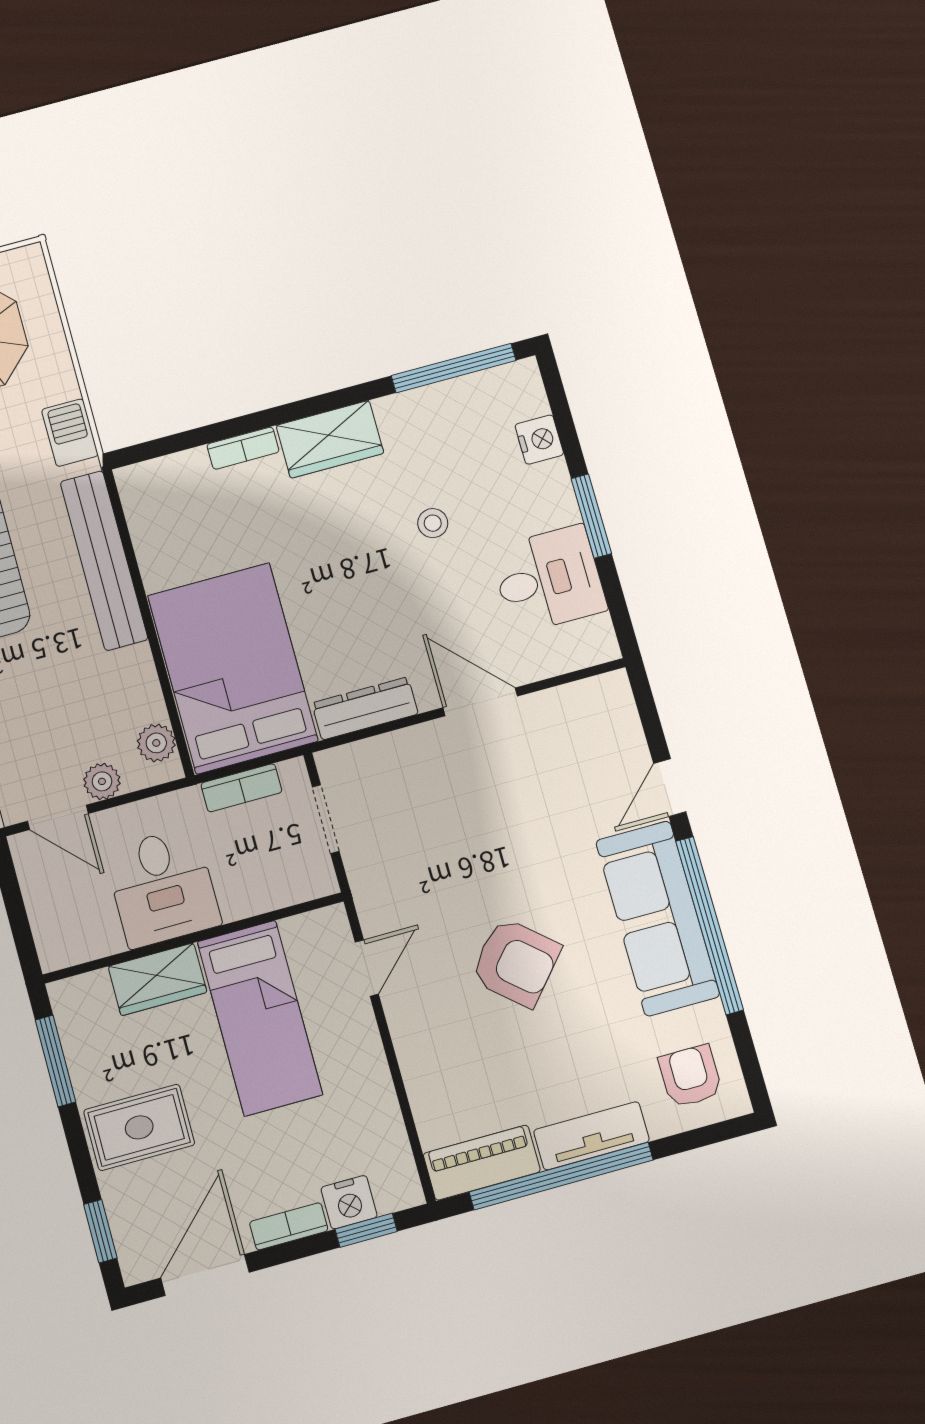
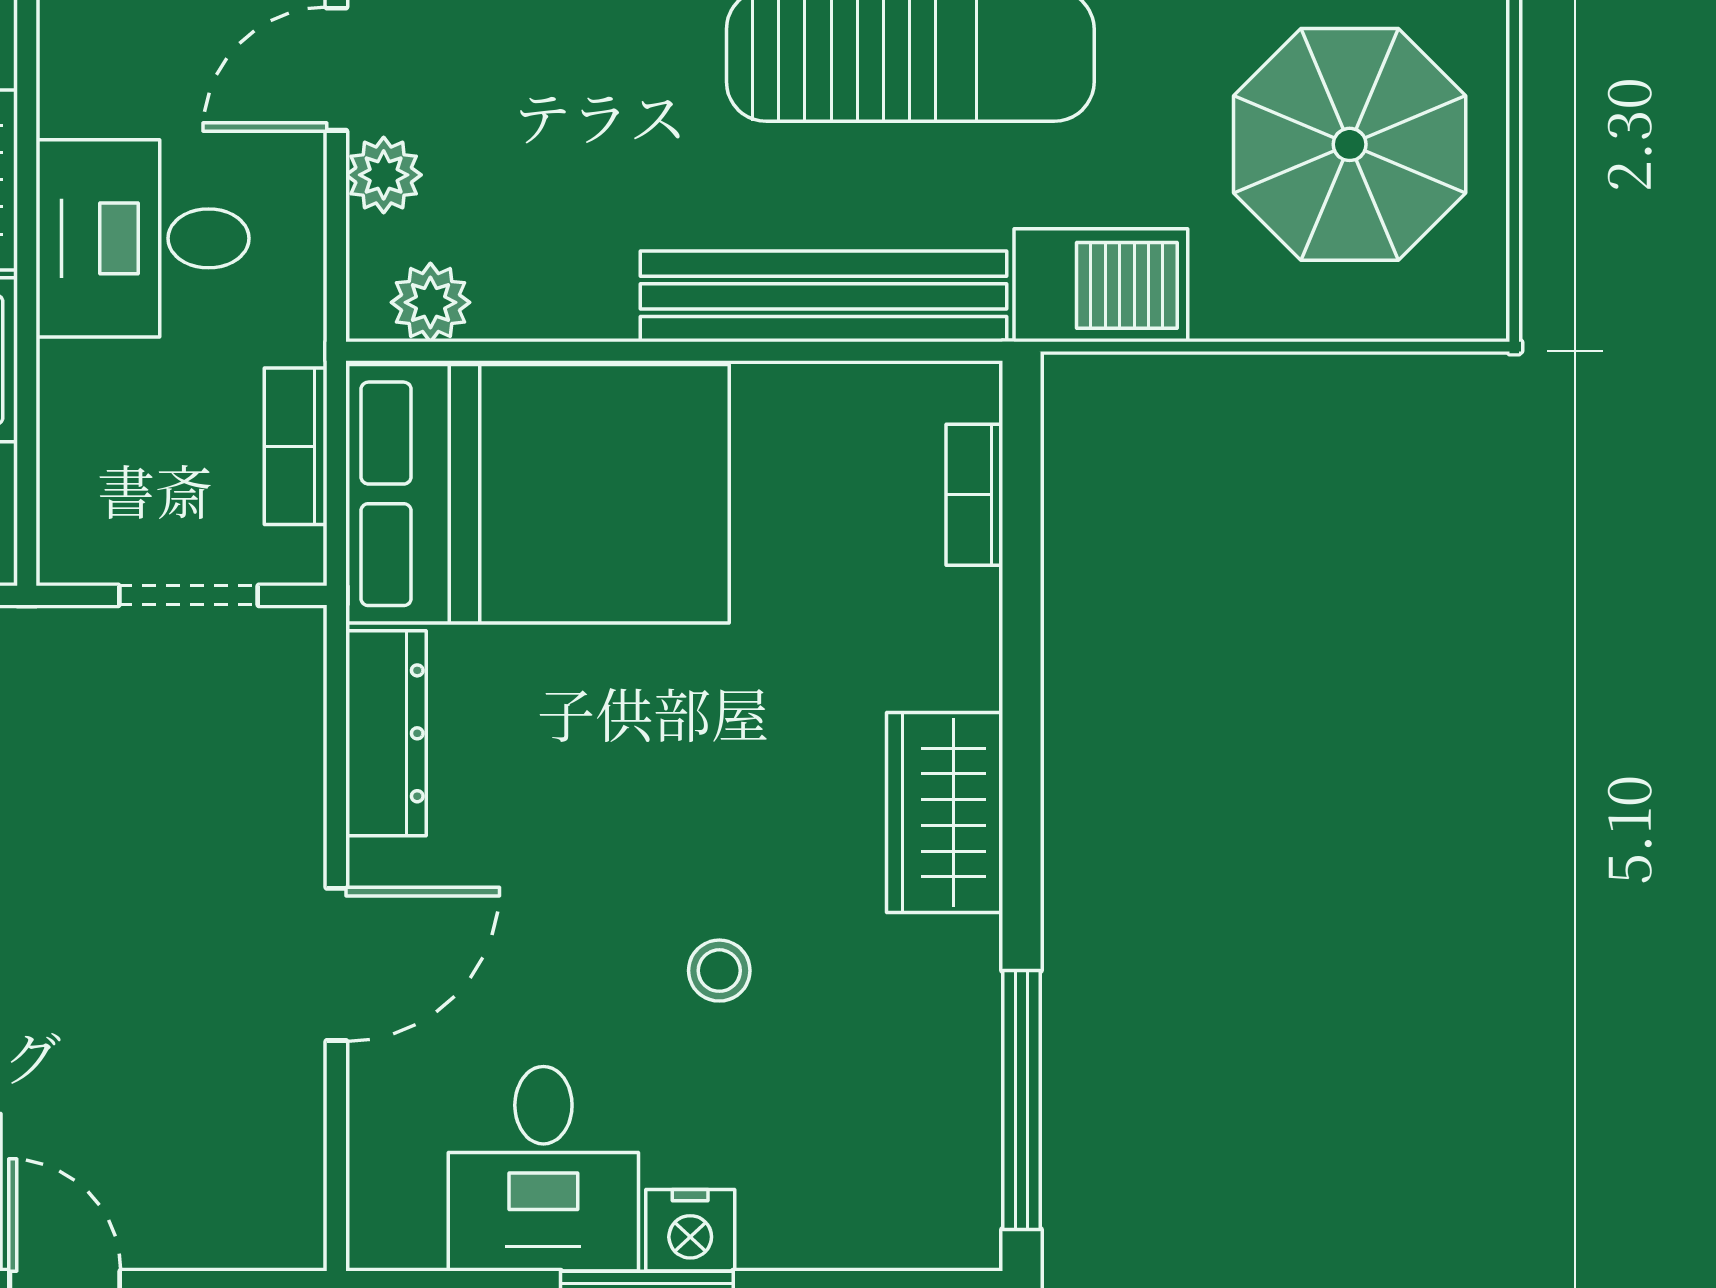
barbecue: (70, 433) -> (1101, 285), width x1.38, depth x1.27
nightstand: (539, 440) -> (690, 1230), moved
bookcase: (243, 448) -> (974, 495), moved

